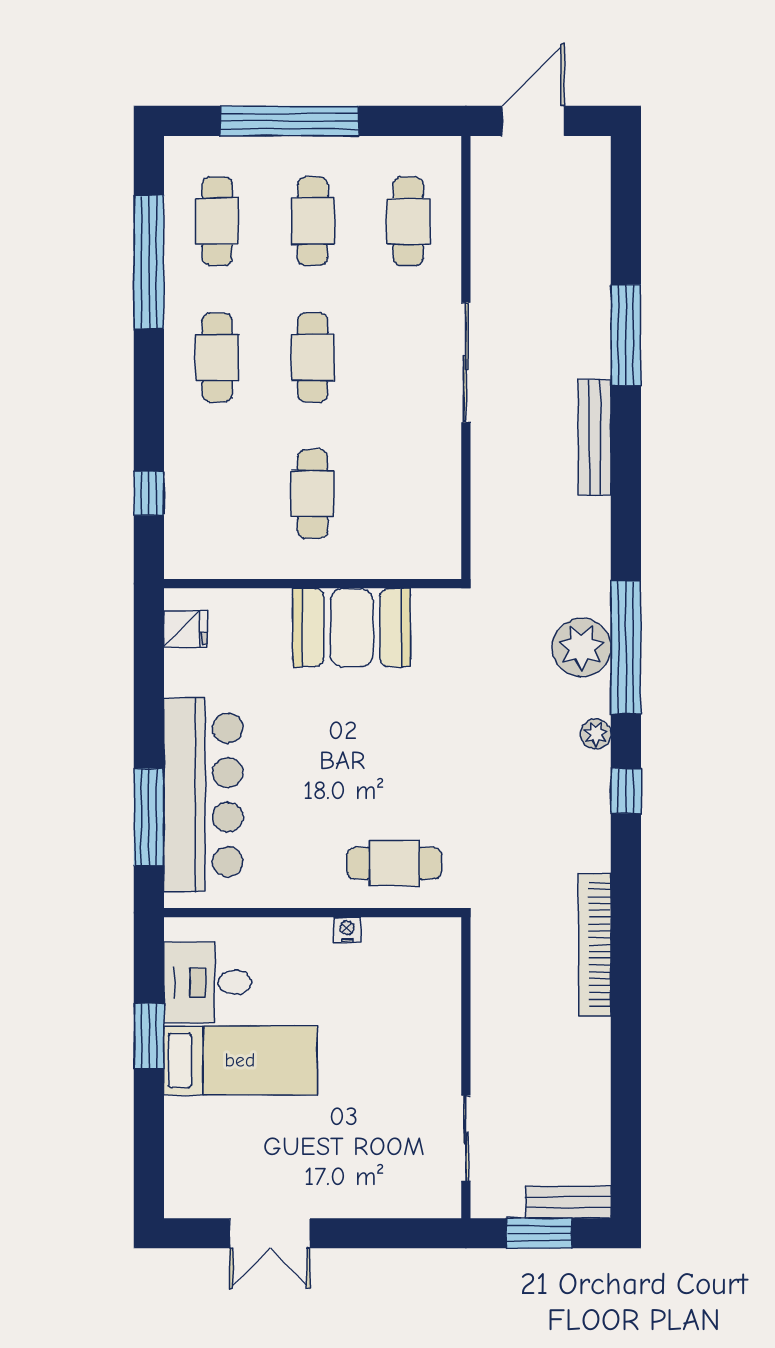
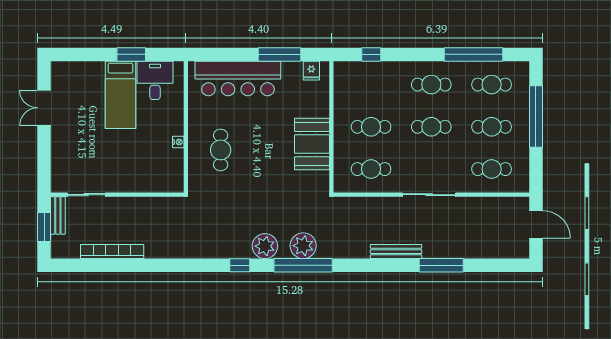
cafe table: (408, 494) -> (371, 169), added
plant: (596, 734) -> (265, 246), width x1.88, depth x1.88
window: (149, 817) -> (279, 54), moved
cafe table: (394, 863) -> (221, 150), moved
bookcase: (595, 945) -> (112, 252), moved
bench: (568, 1202) -> (58, 215), moved

